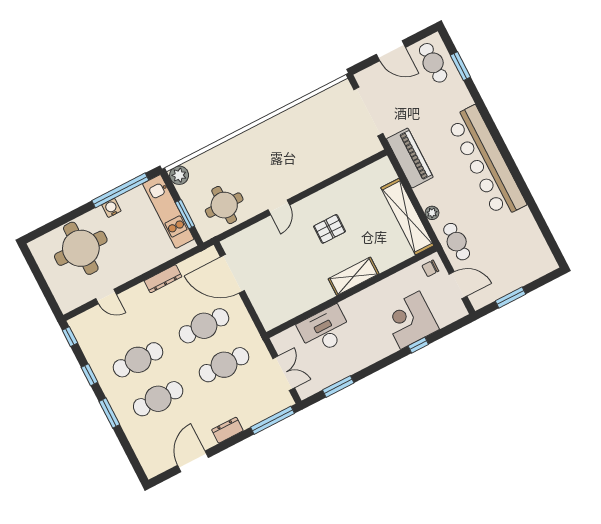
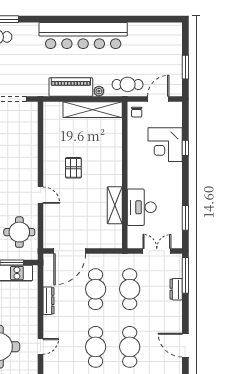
piano: (410, 158) -> (71, 87), moved
shelving: (354, 276) -> (115, 205), moved
dresser: (227, 430) -> (176, 289), moved

